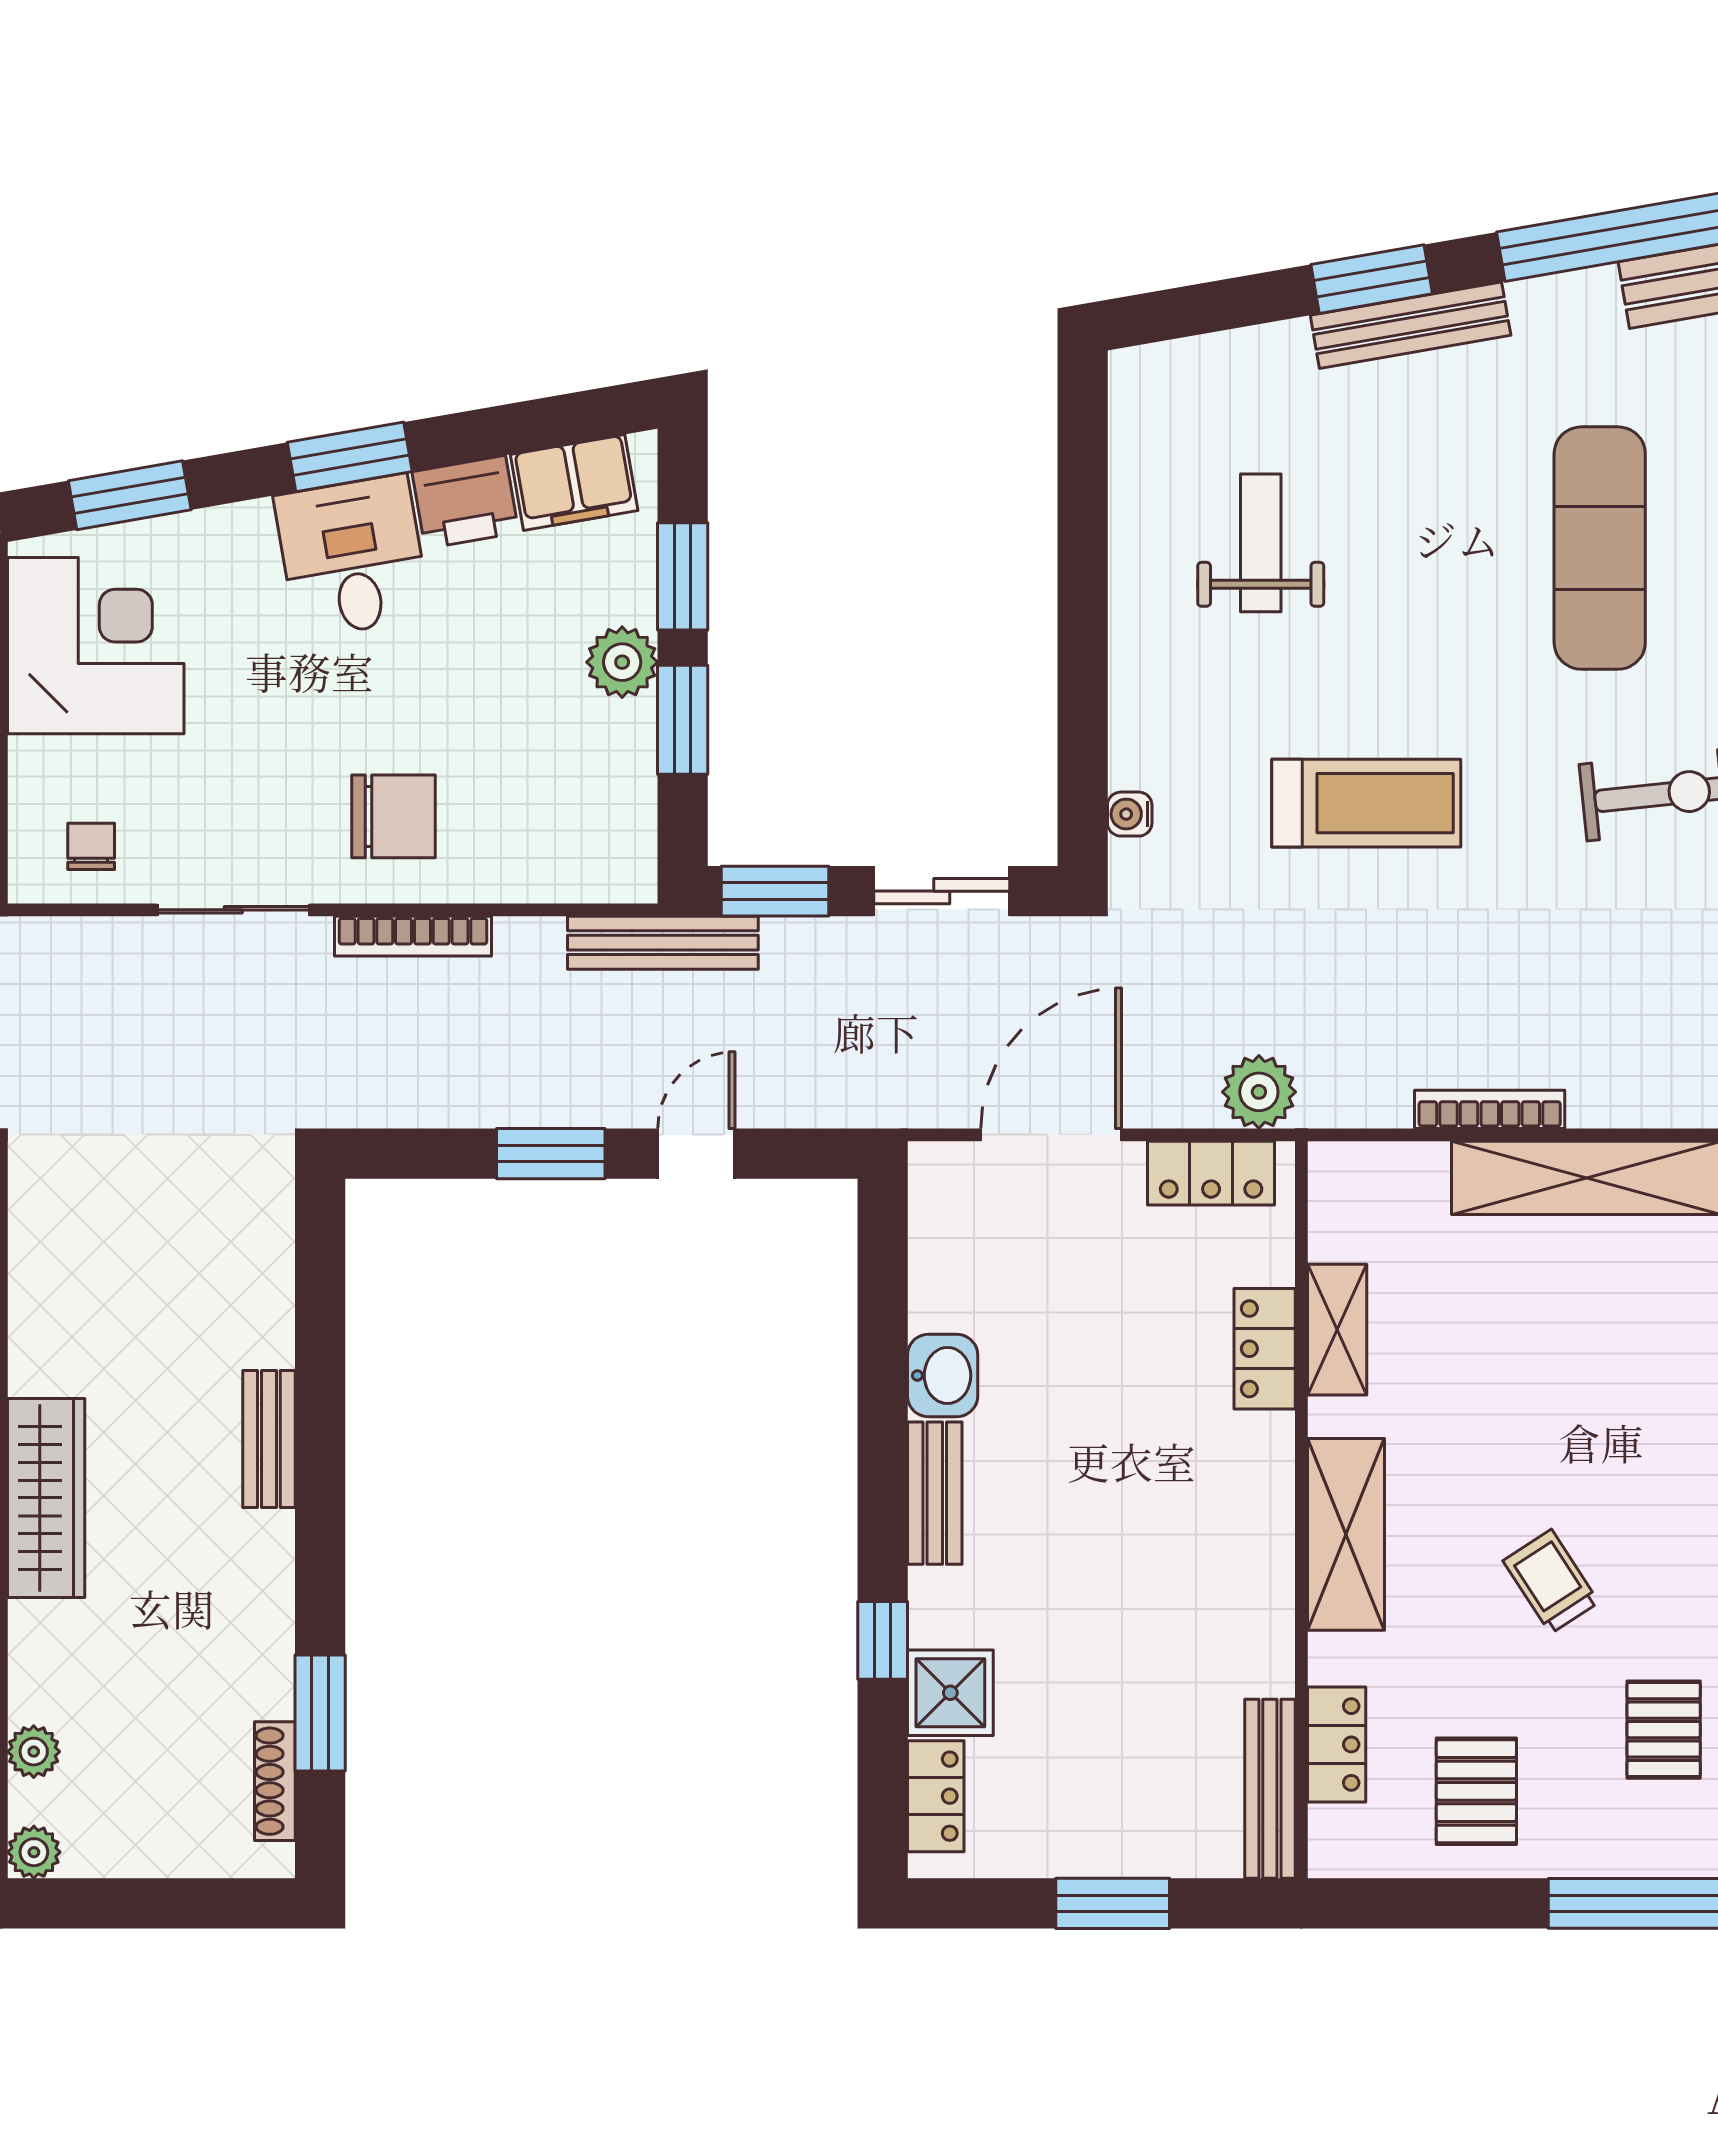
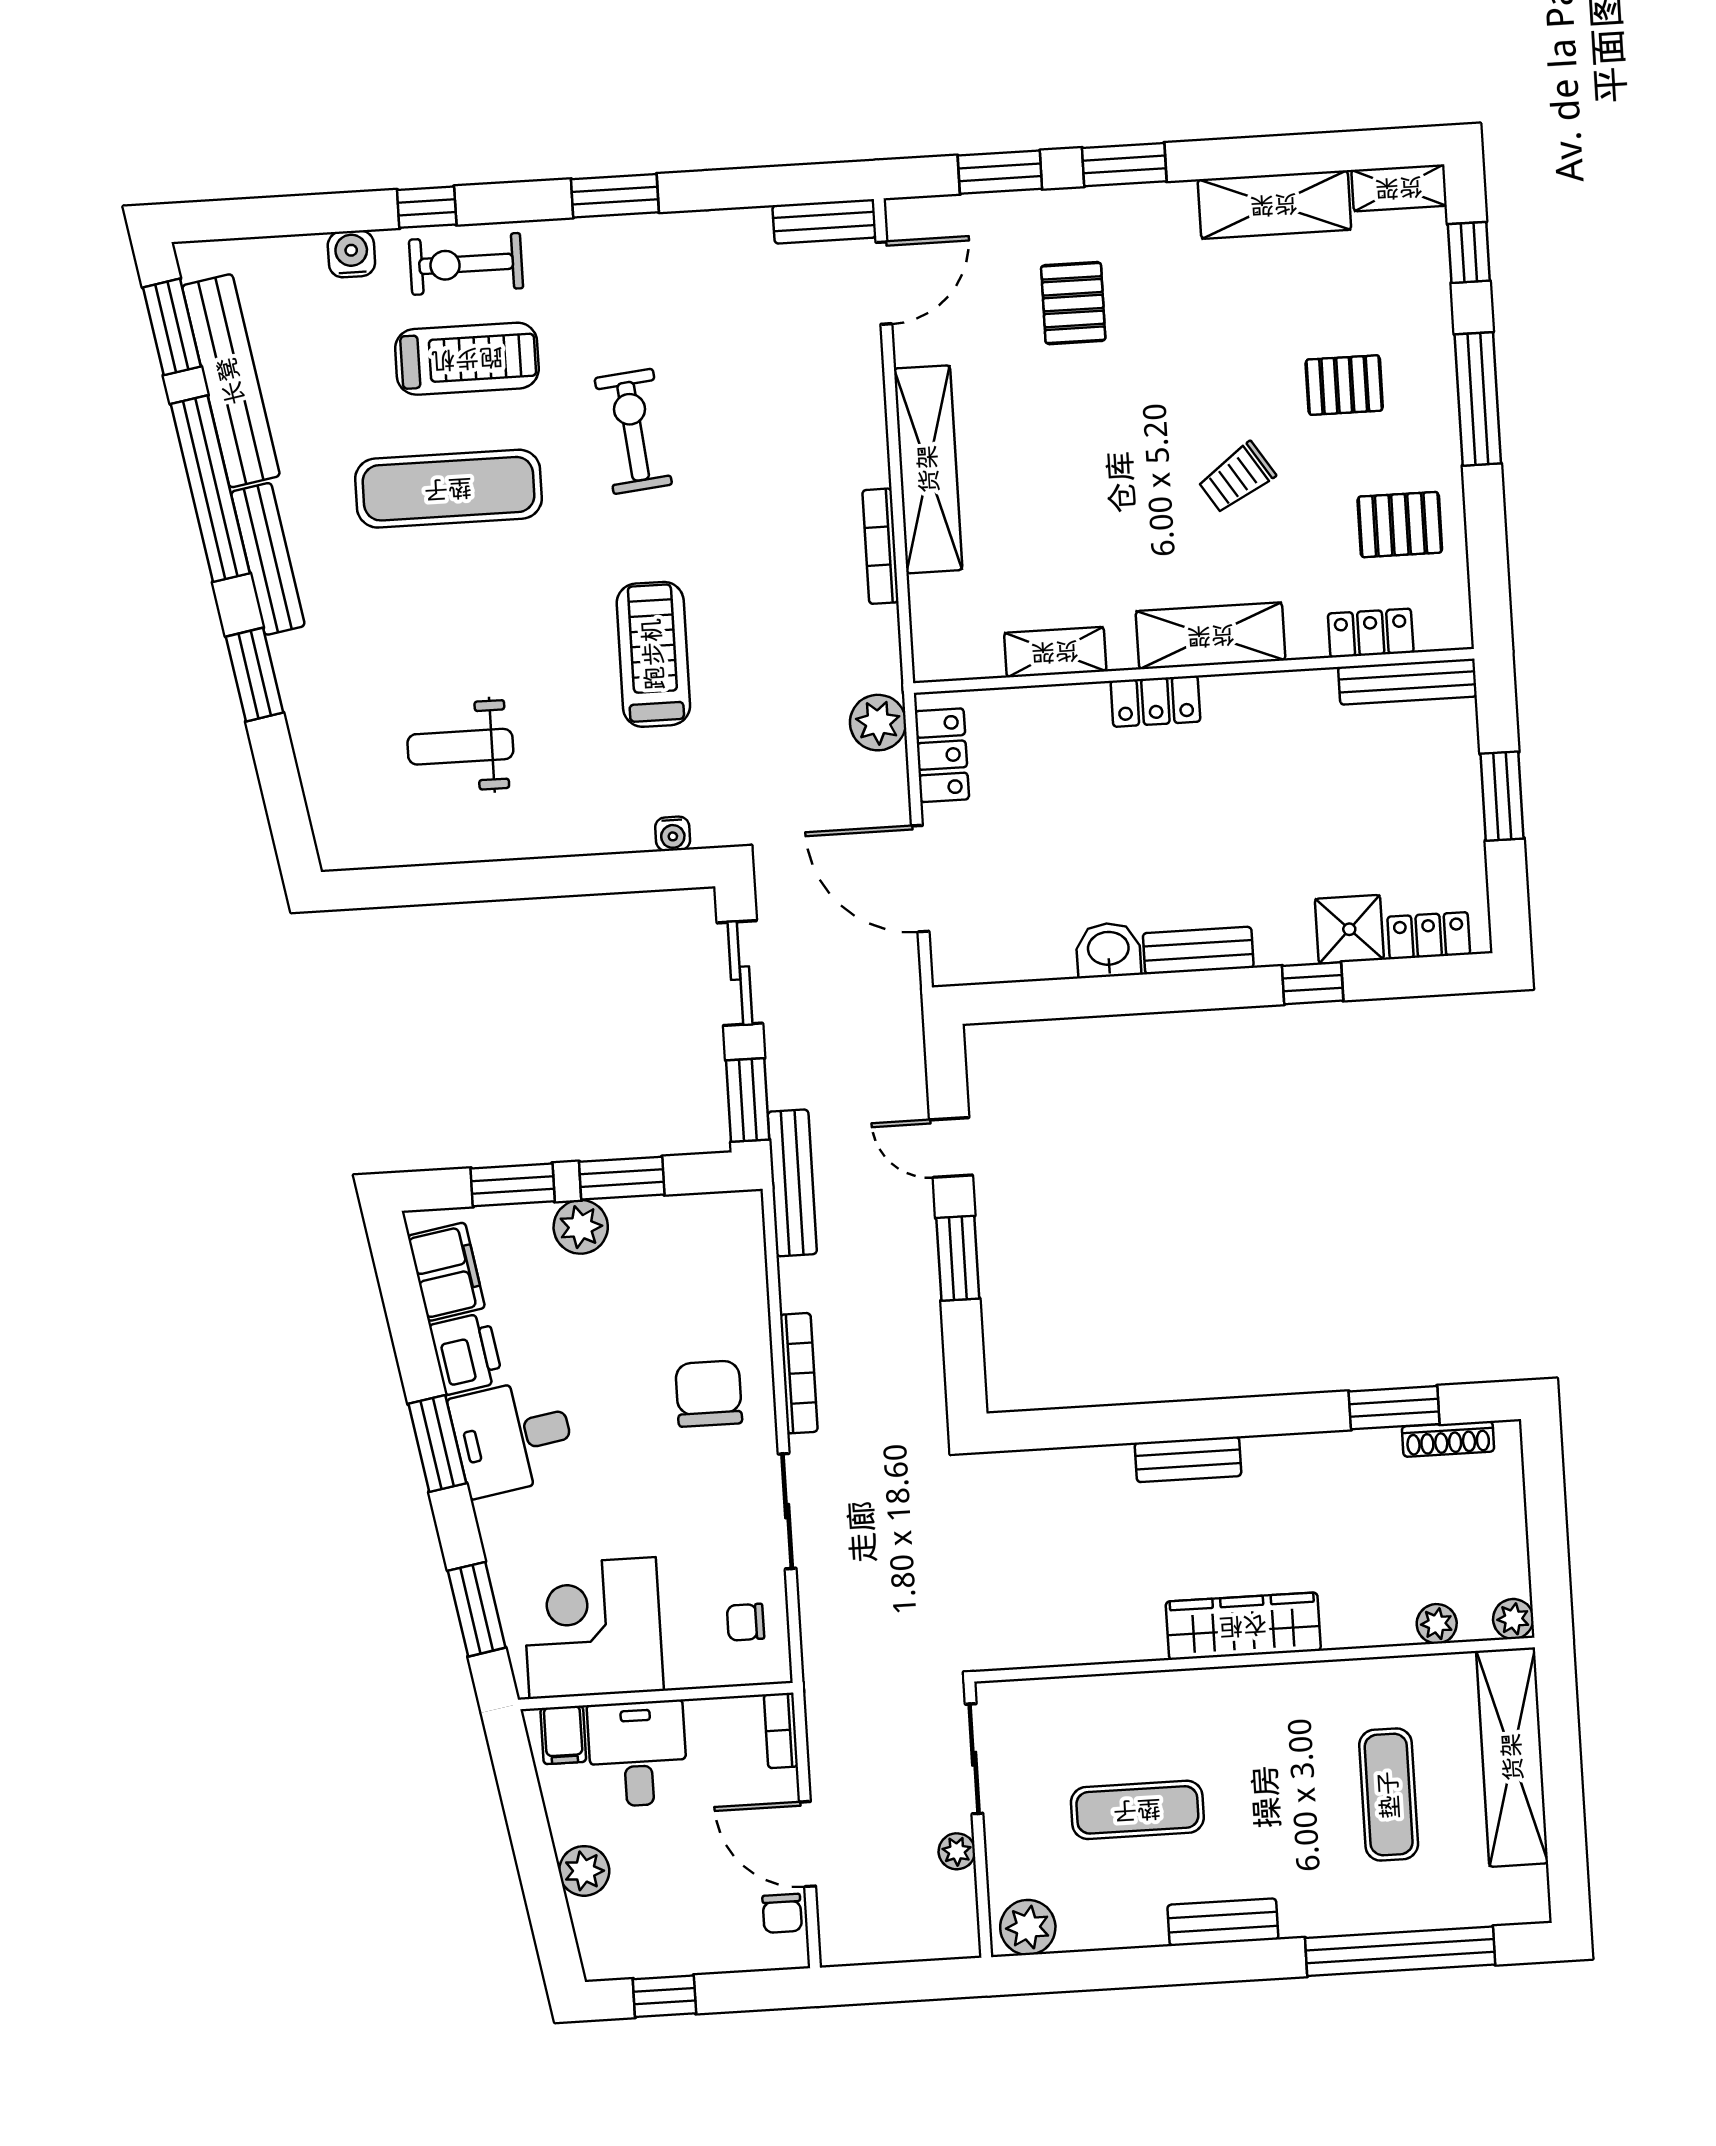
bench: (1411, 325) -> (268, 559), moved
locker: (1265, 1349) -> (1155, 701), moved

